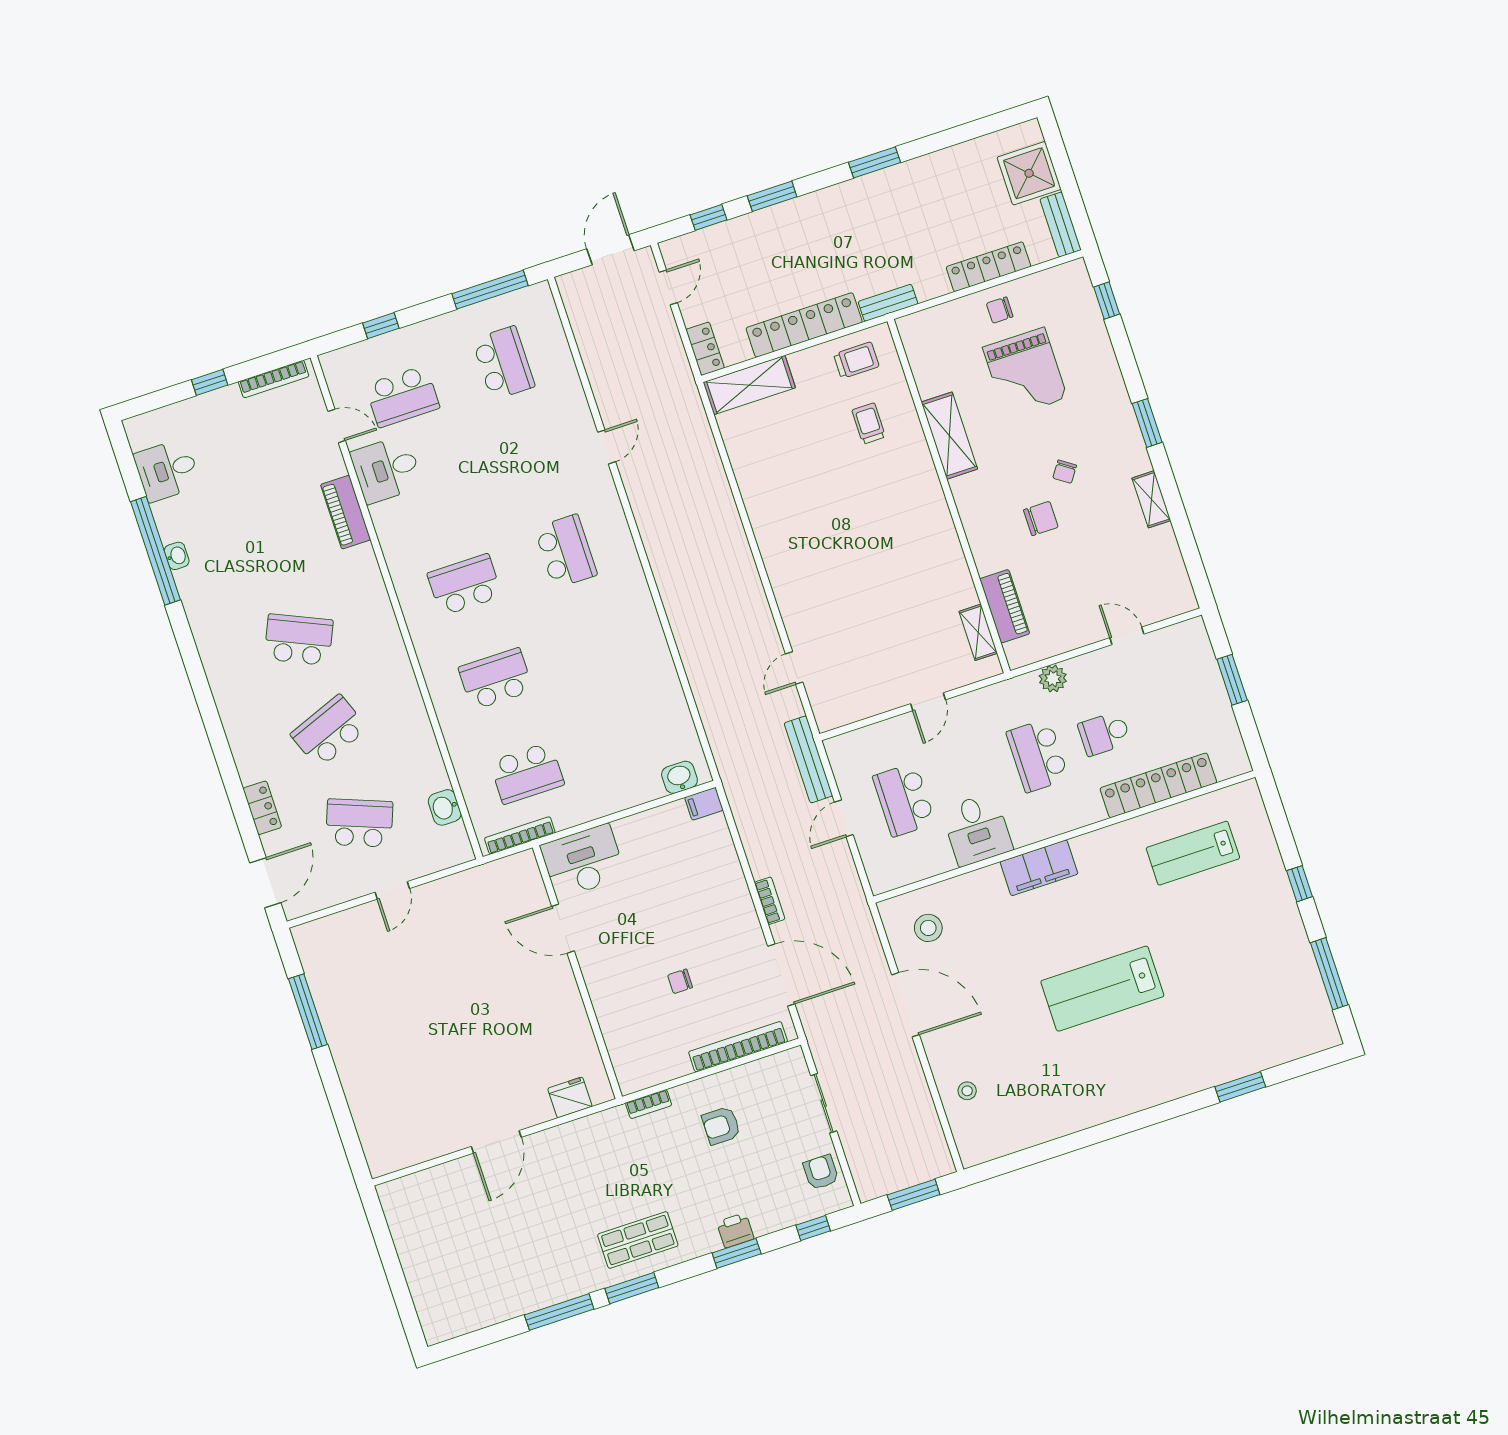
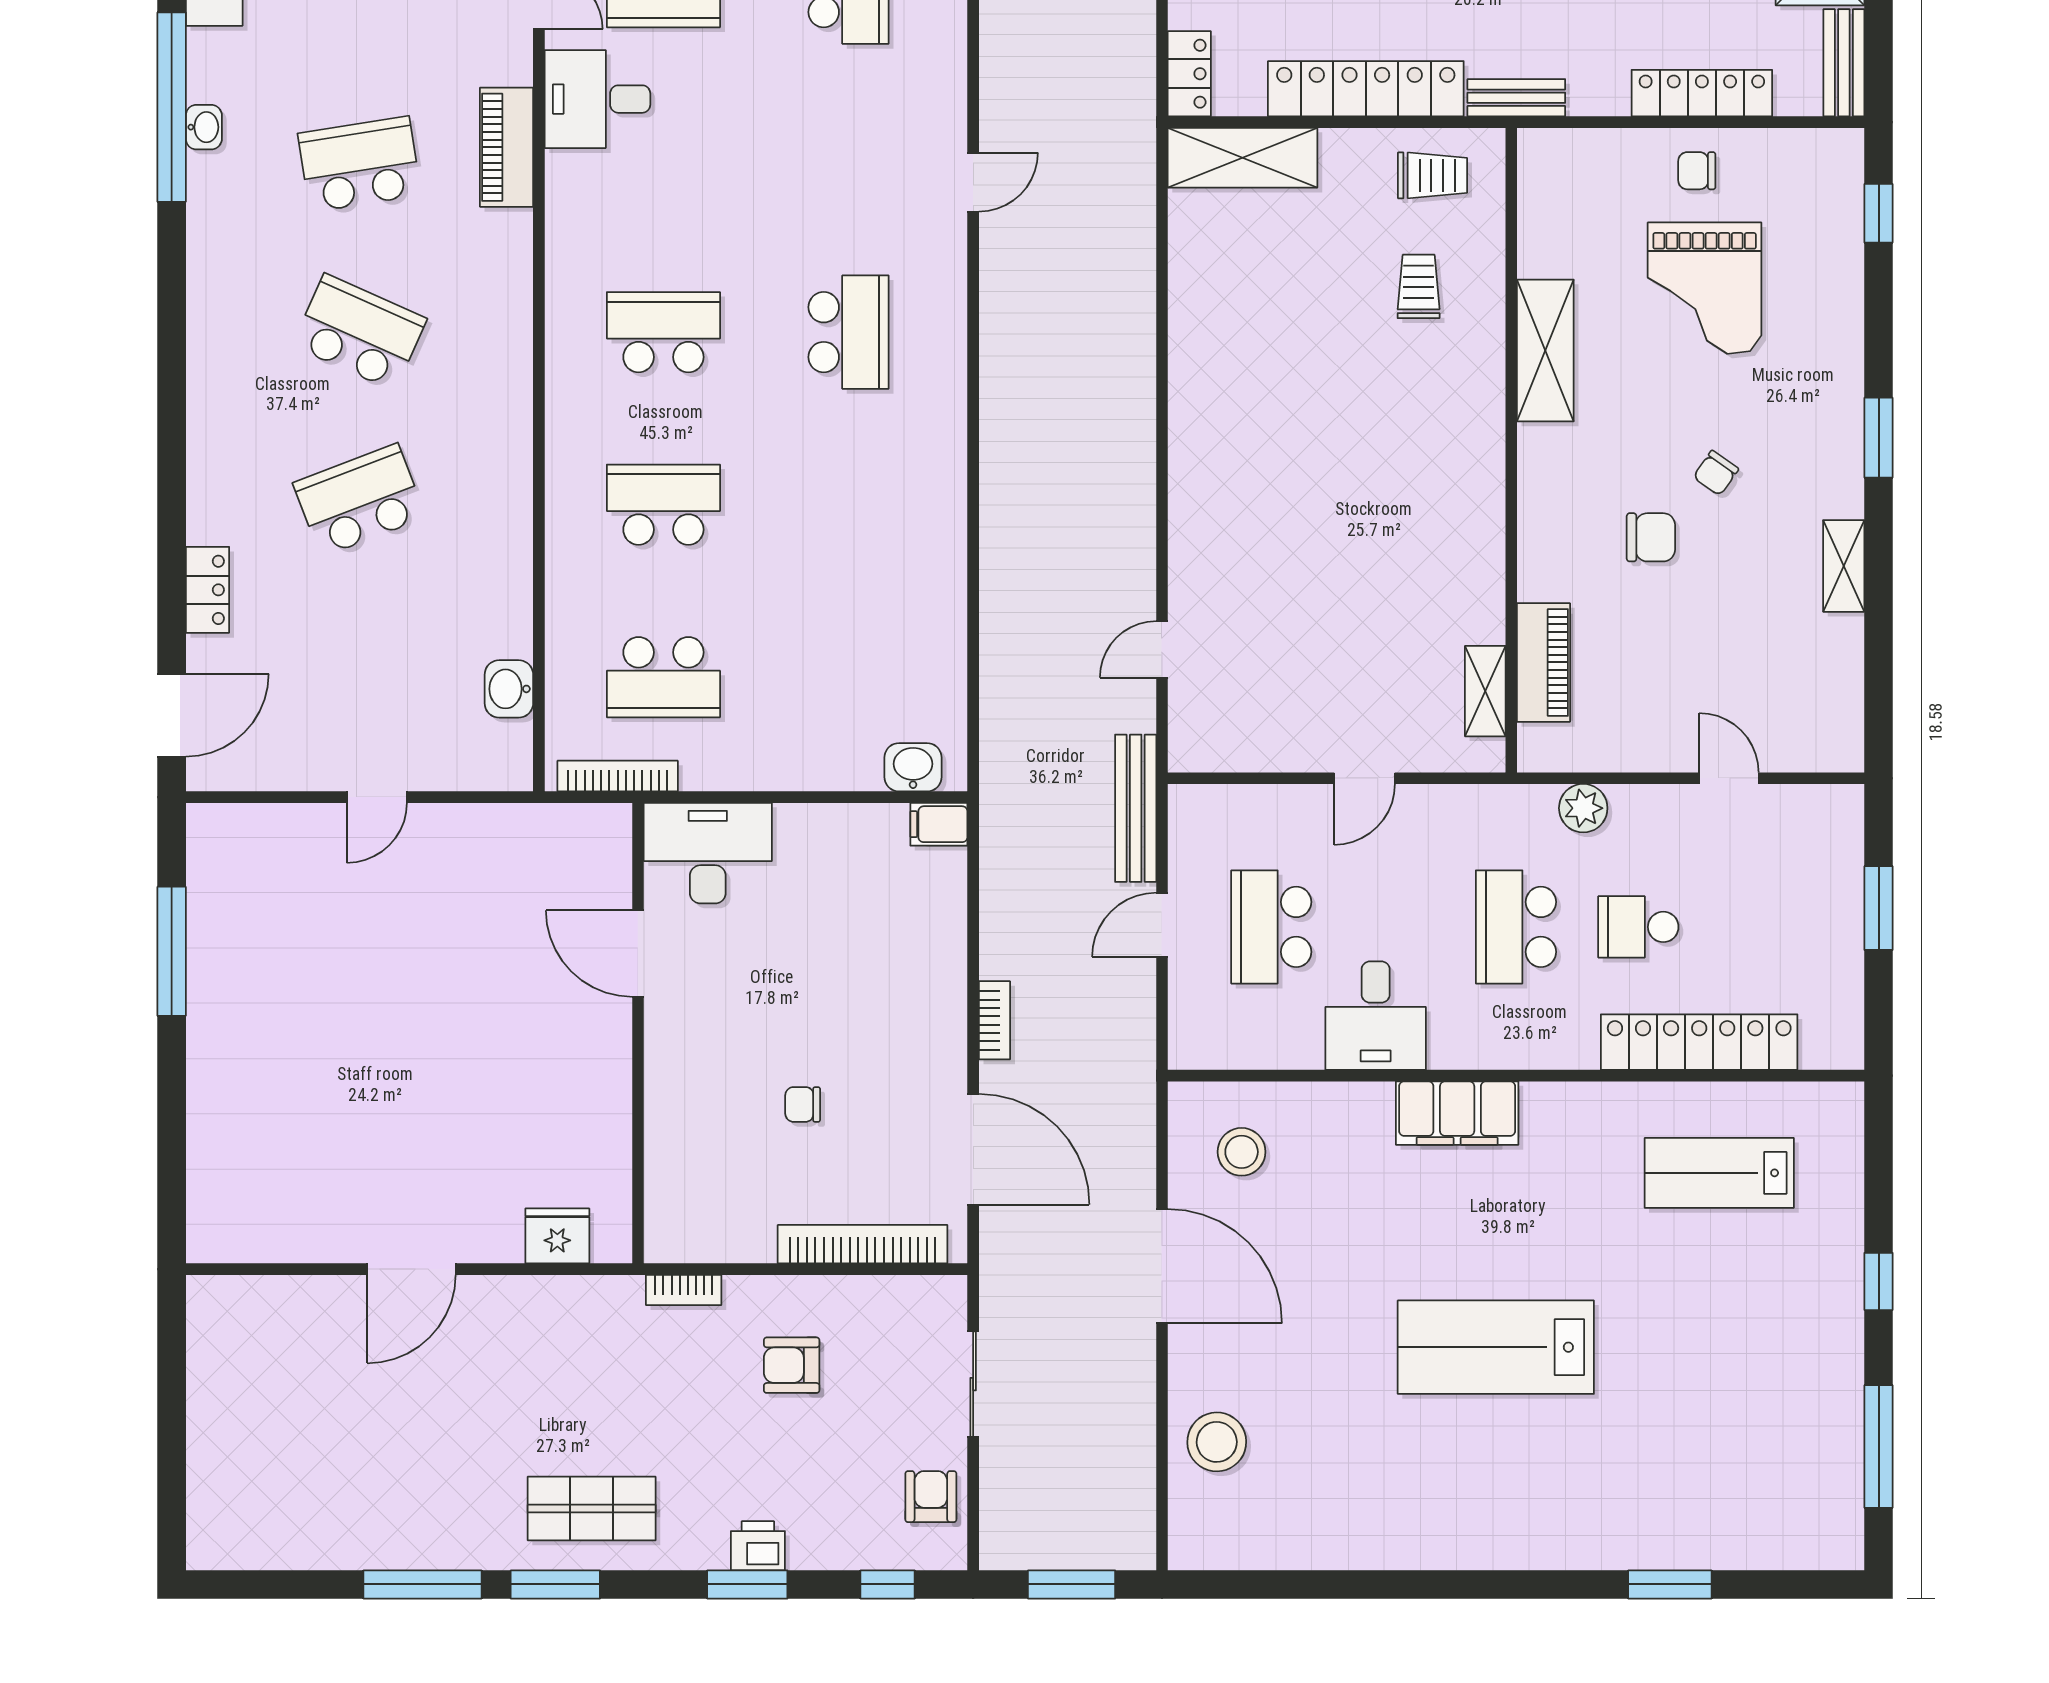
school desk: (359, 823) -> (359, 164), moved, turned -30
stool: (967, 1091) -> (1217, 1442), width x1.89, depth x1.89

